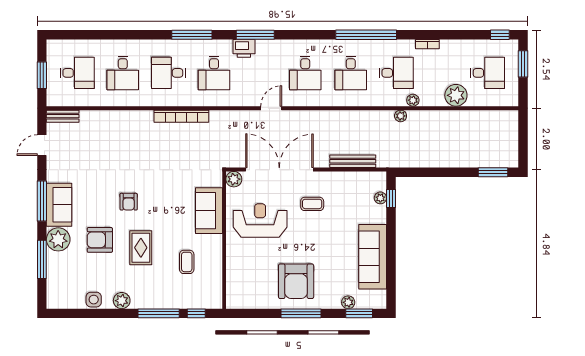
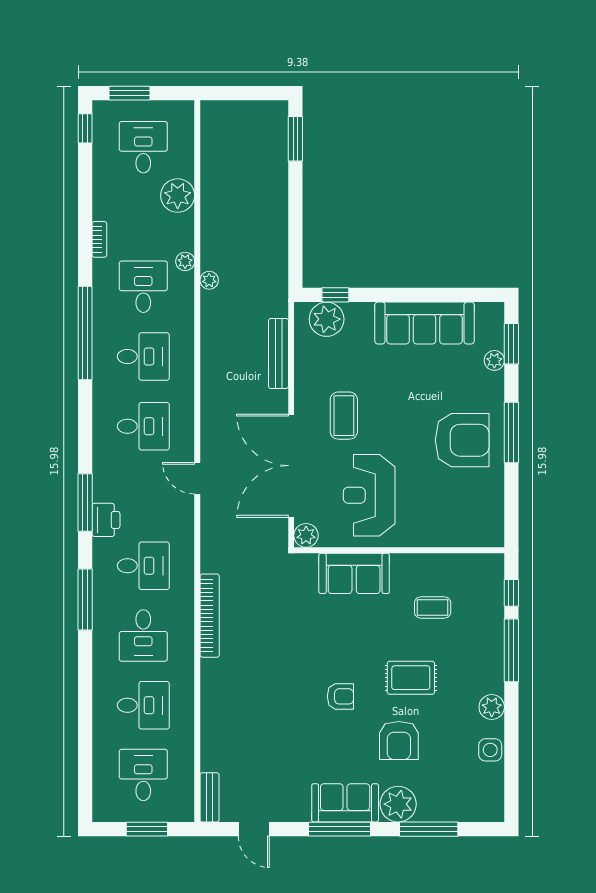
plant: (380, 198) -> (327, 319), width x1.87, depth x1.87
coffee table: (312, 204) -> (344, 416), width x1.36, depth x1.30

